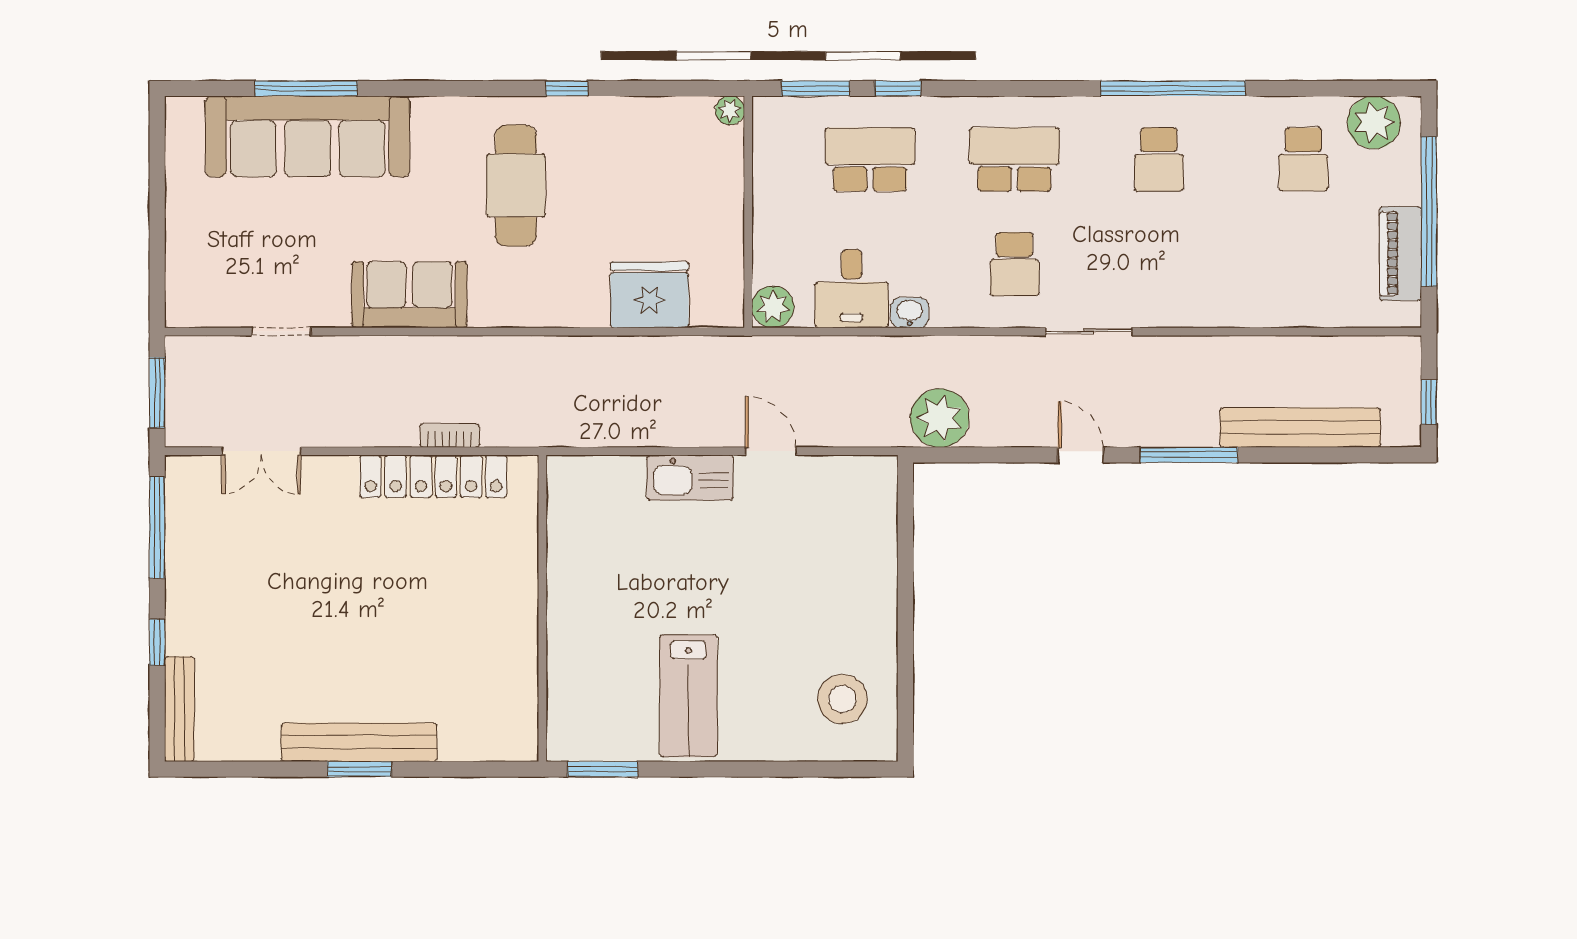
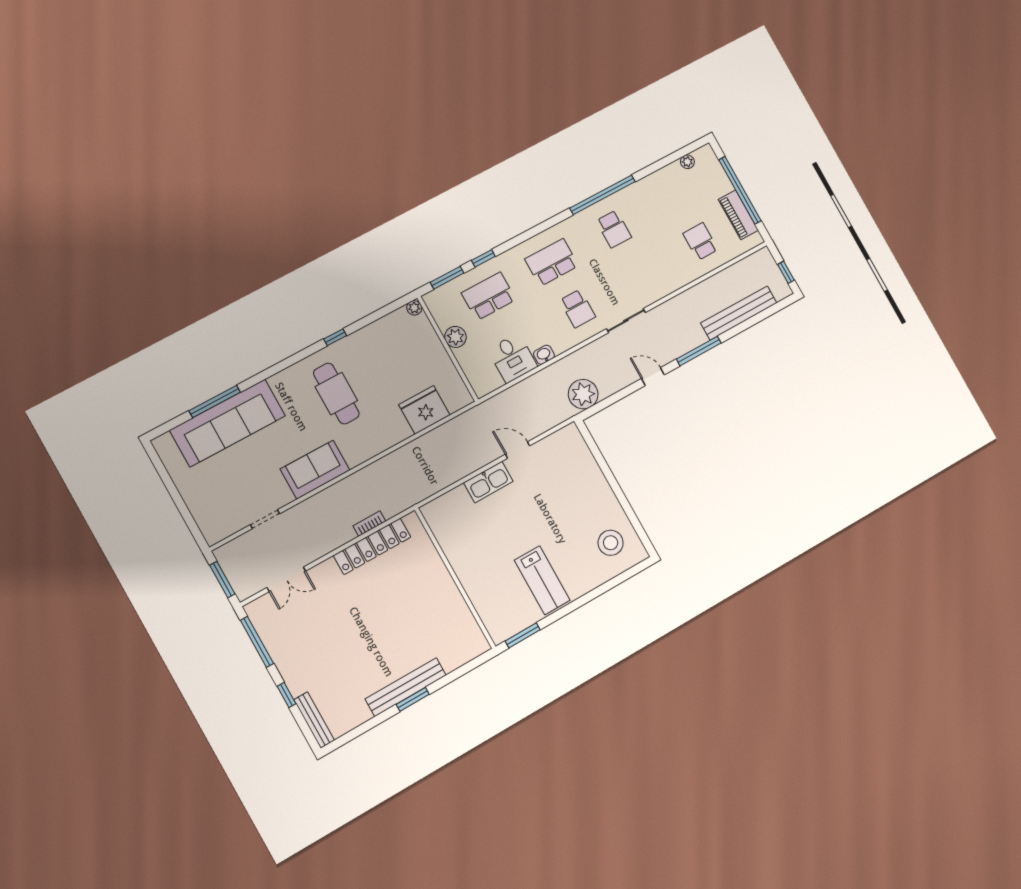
plant: (1374, 122) -> (687, 162), width x0.53, depth x0.53
school desk: (1303, 159) -> (700, 241), moved, turned 180
plant: (773, 307) -> (455, 337), moved

